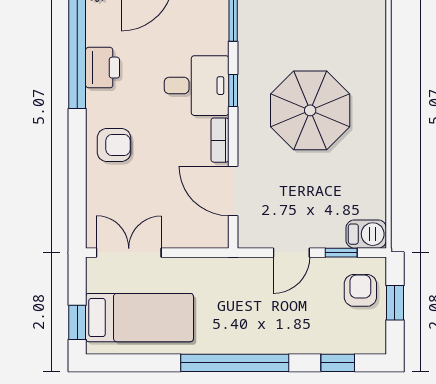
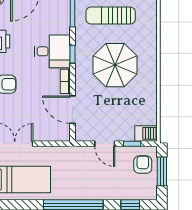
sun lounger: (302, 21) -> (111, 16), added
door: (291, 253) -> (105, 144), hinge flipped
window: (395, 303) -> (162, 171), width x1.50

